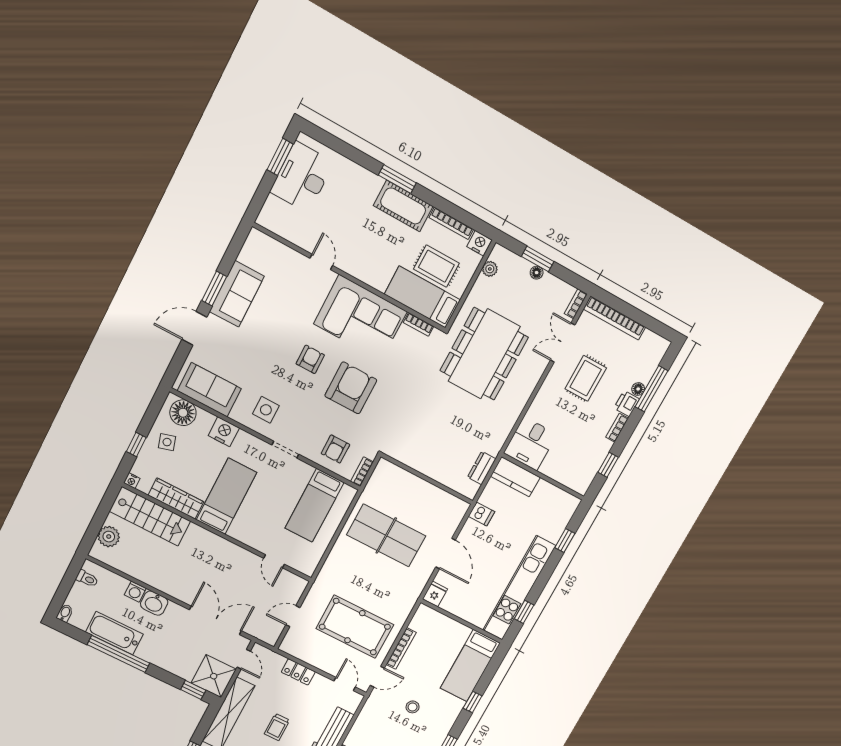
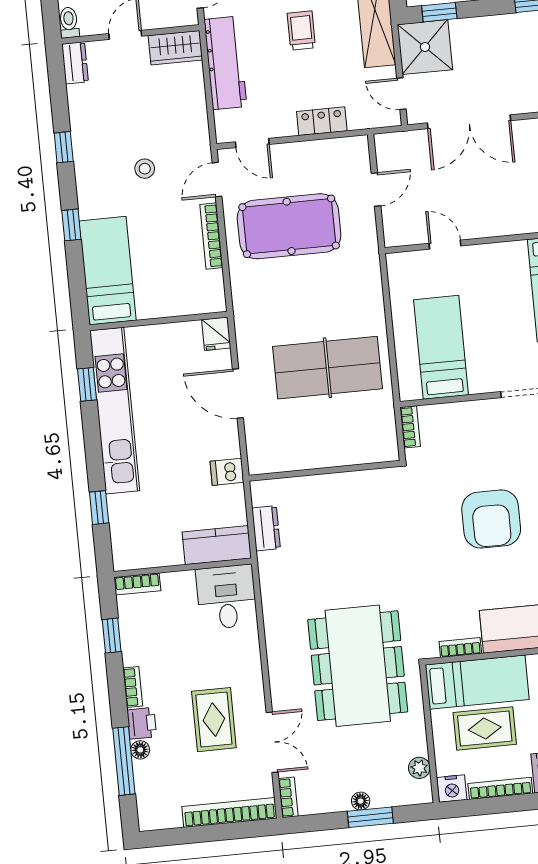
armchair: (335, 449) -> (461, 433), removed
bookcase: (574, 484) -> (137, 584), added

